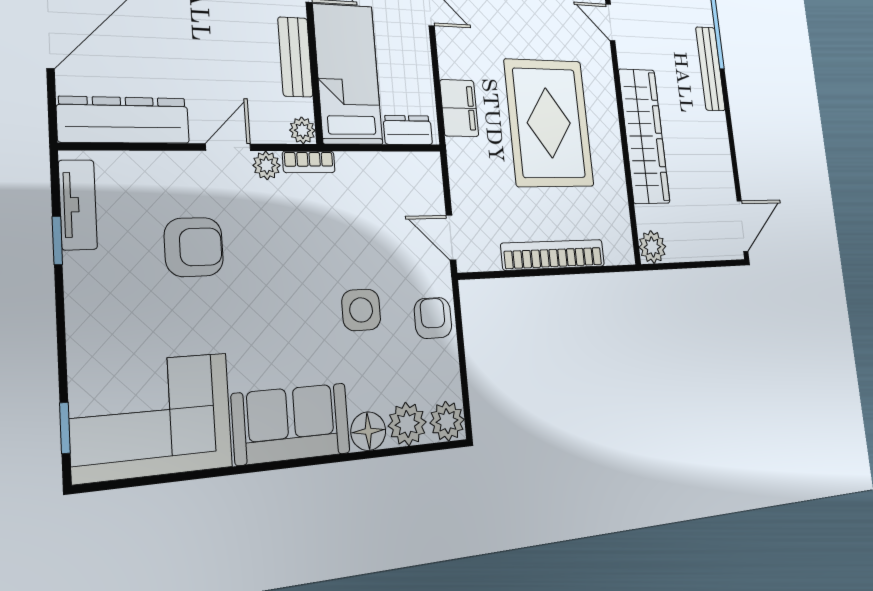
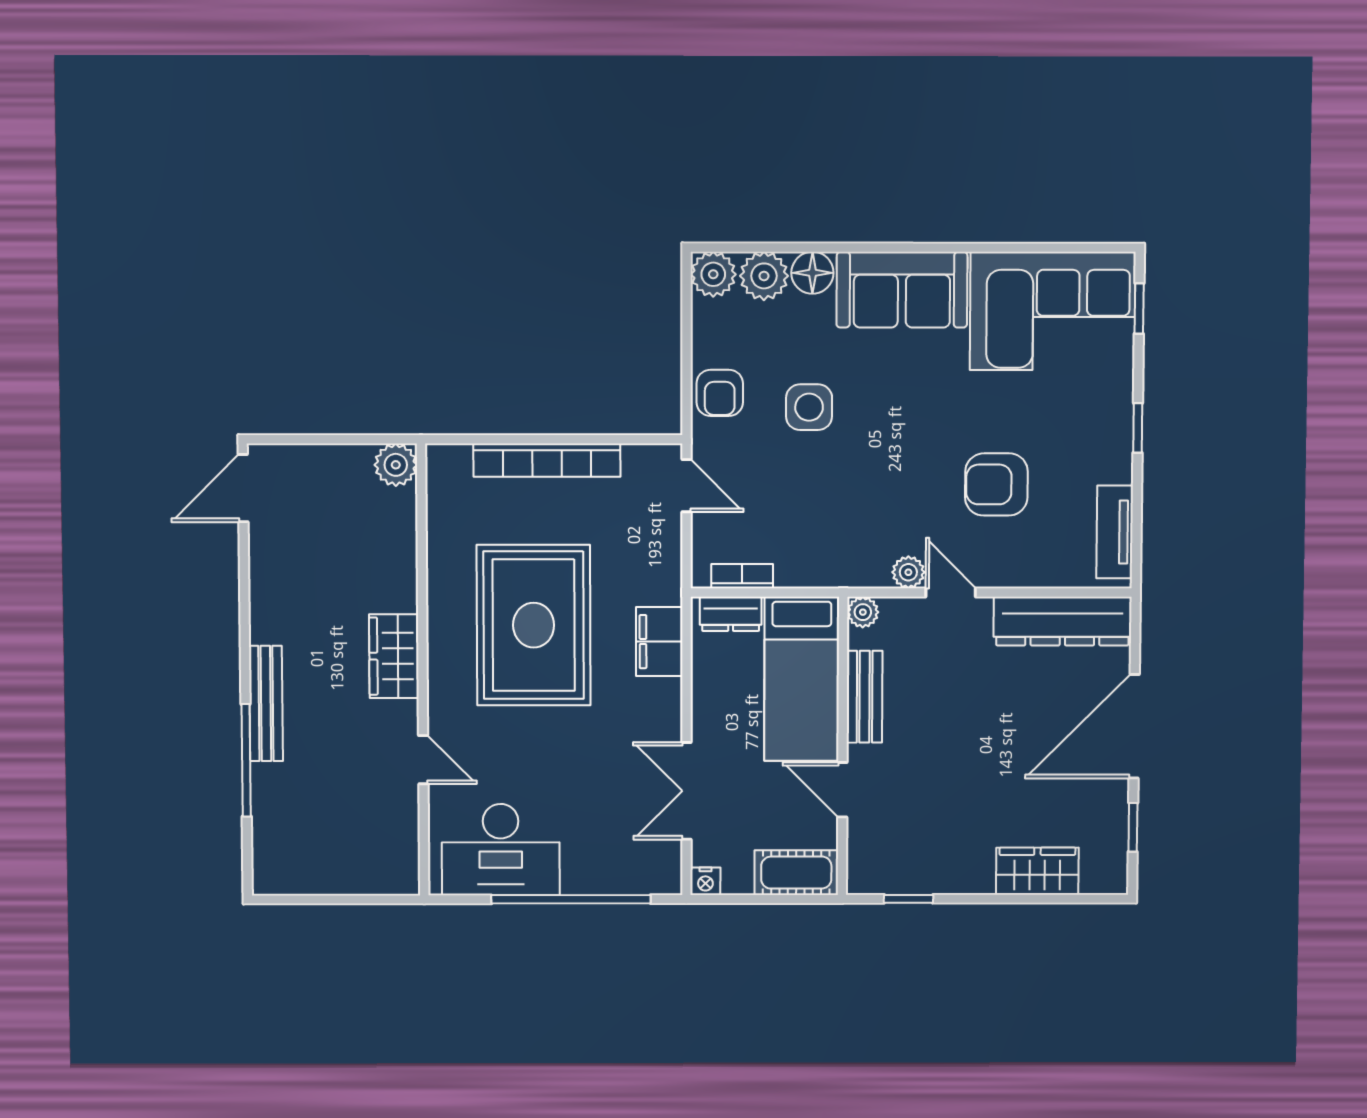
wardrobe: (644, 136) -> (394, 656), width x0.48, depth x0.85
door: (228, 147) -> (951, 592), swing flipped
bookcase: (309, 162) -> (742, 576), moved
window: (57, 240) -> (1138, 428), moved

